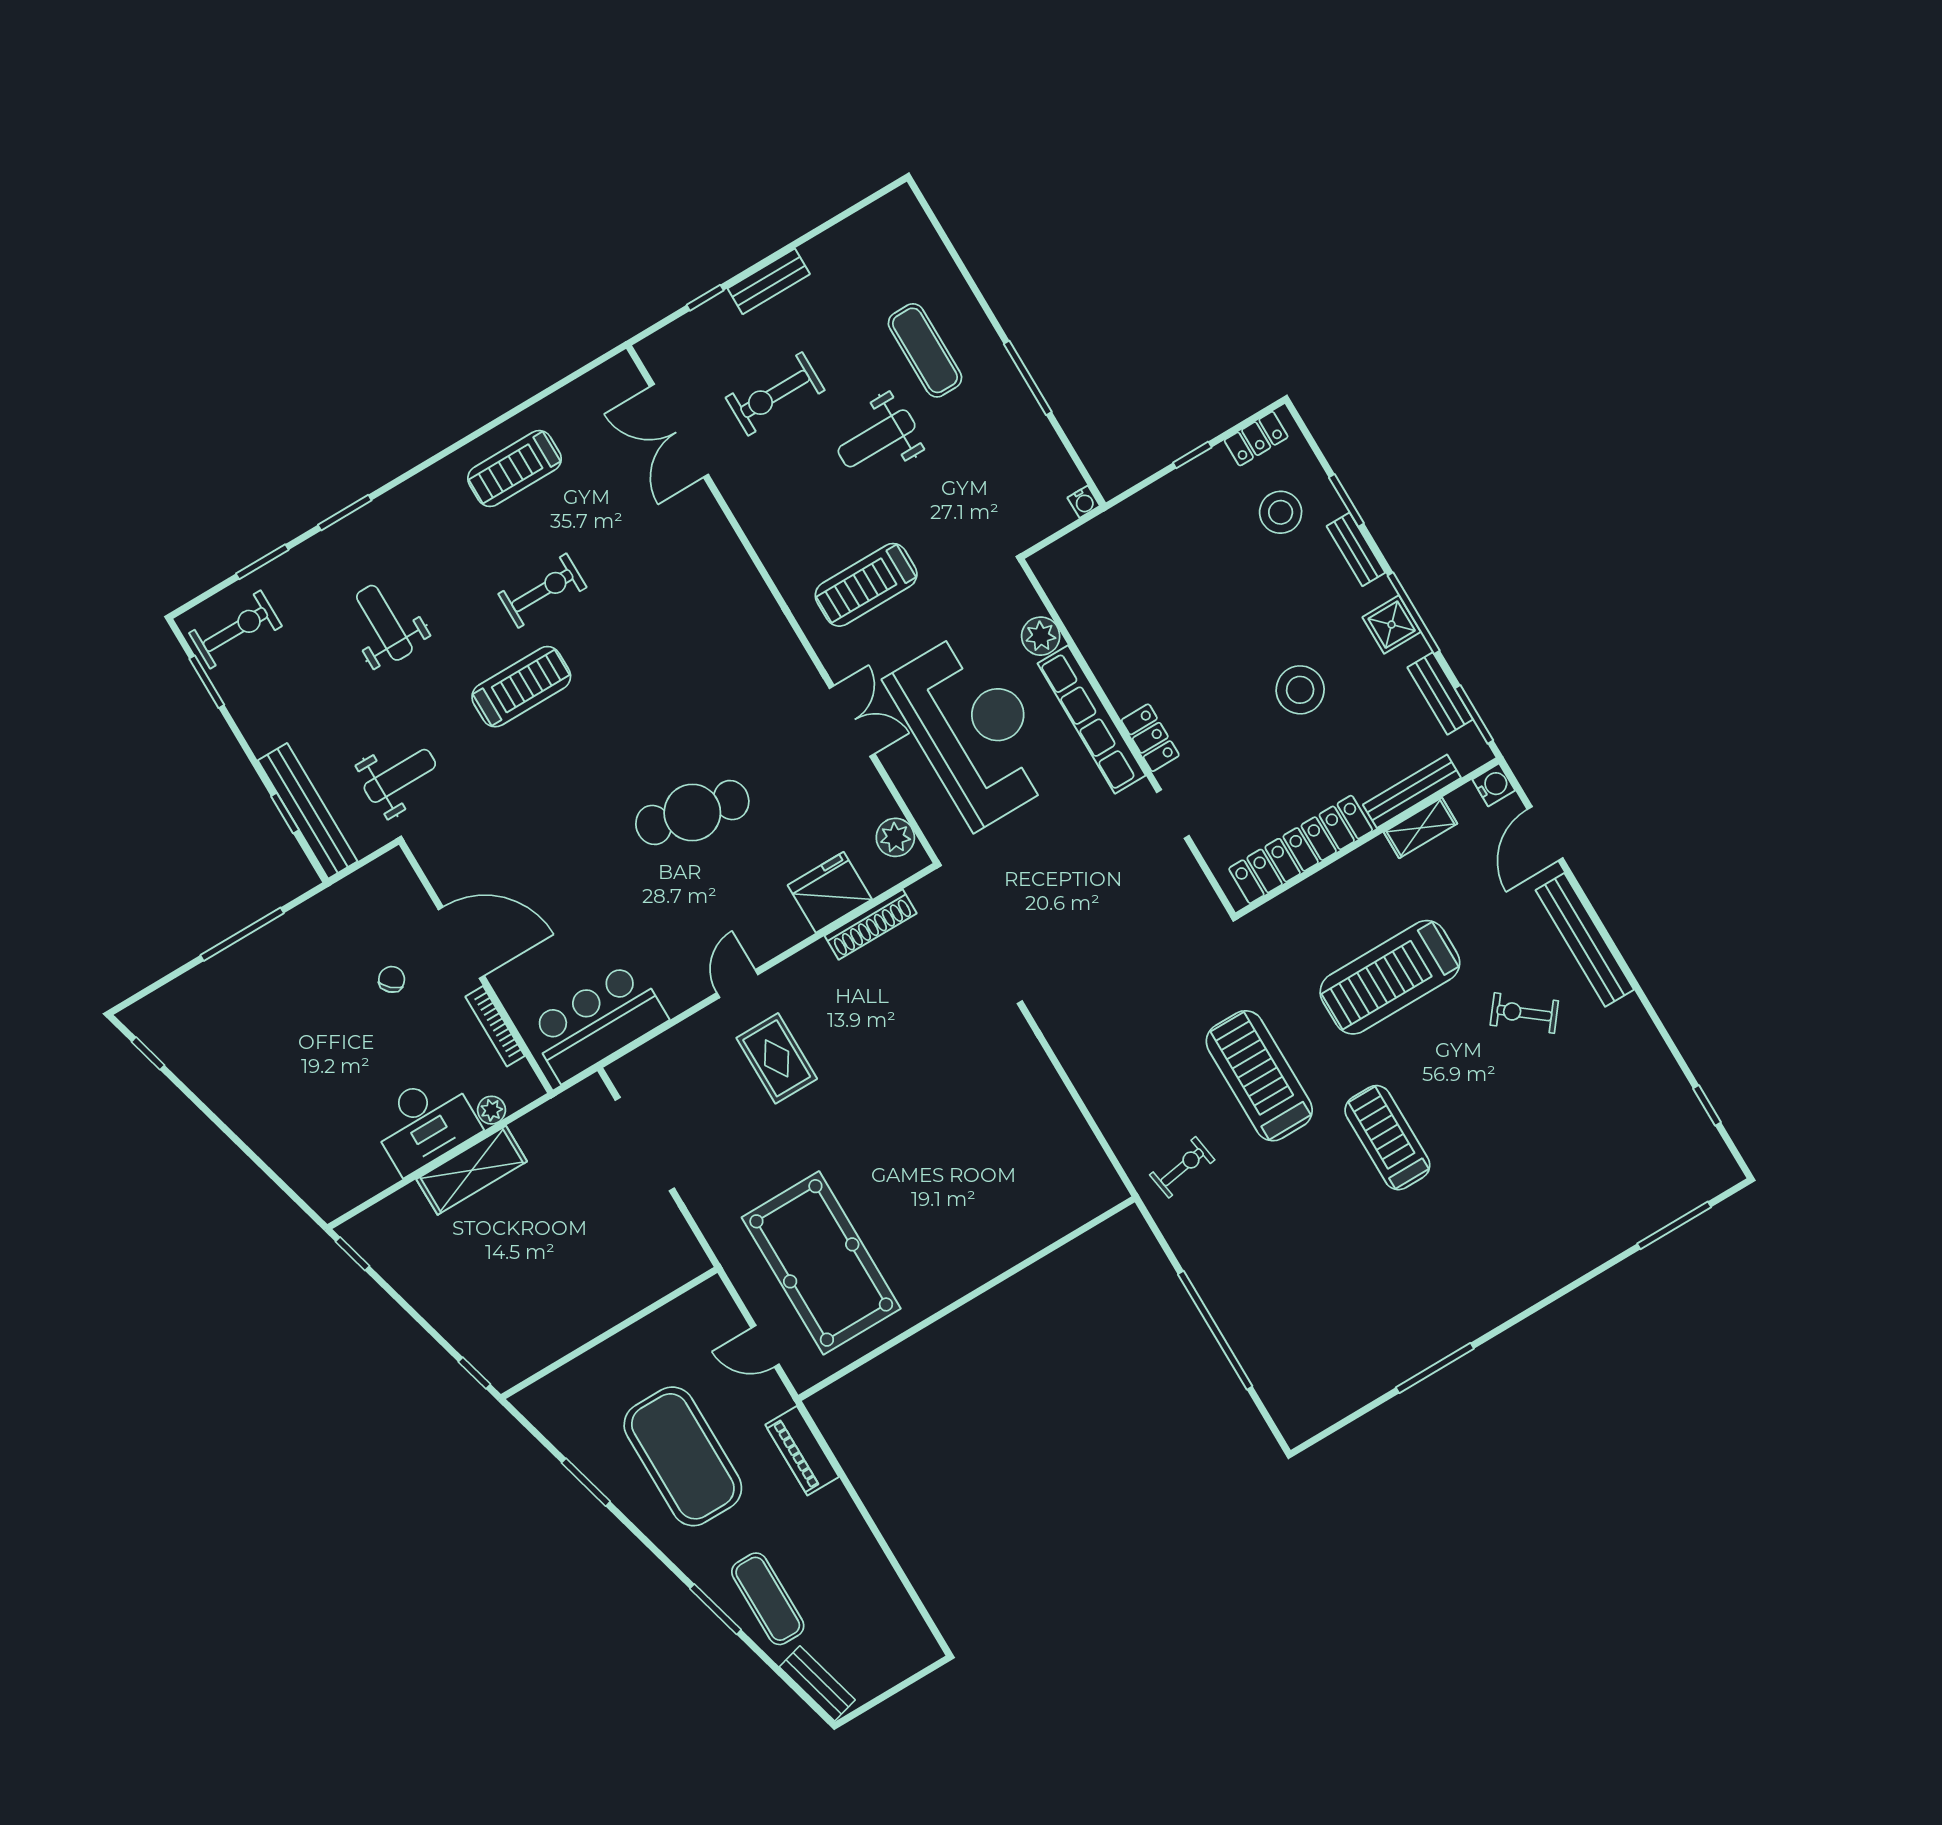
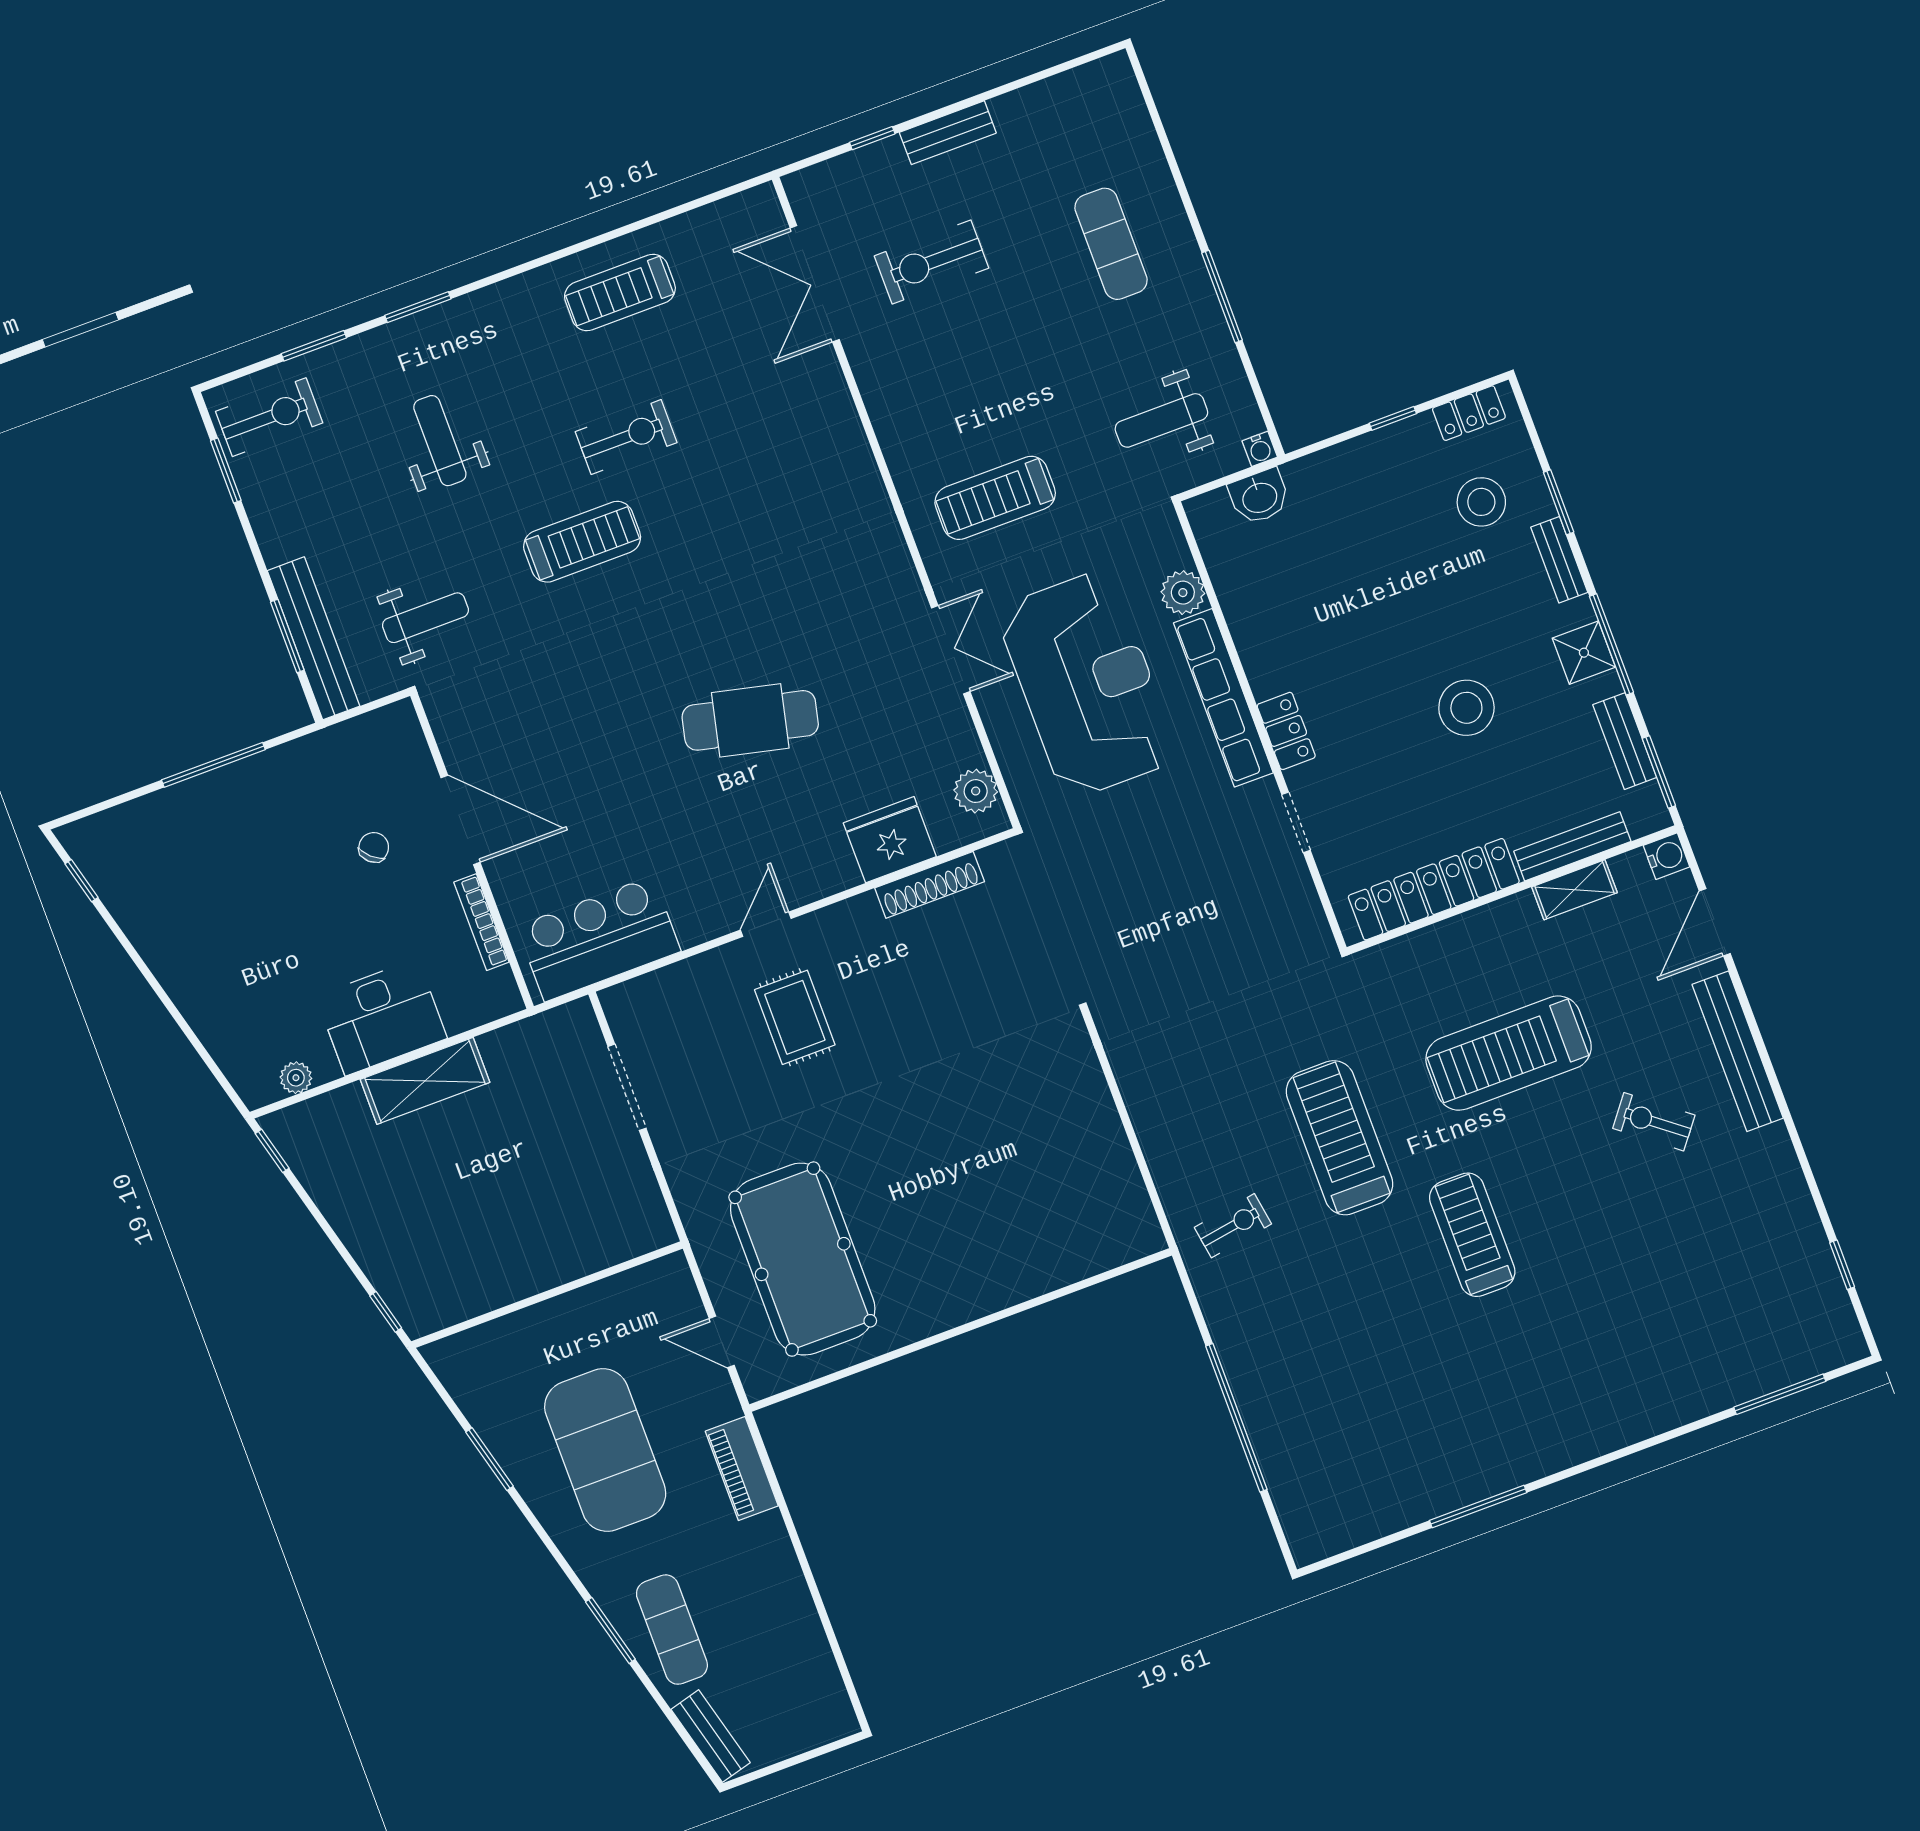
weight bench: (877, 438) -> (1161, 420), moved
washbasin: (1091, 542) -> (1259, 497), added
window: (285, 813) -> (287, 636), width x1.50
plant: (492, 1110) -> (296, 1078), moved
doorway: (645, 1144) -> (627, 1087), width x0.73

